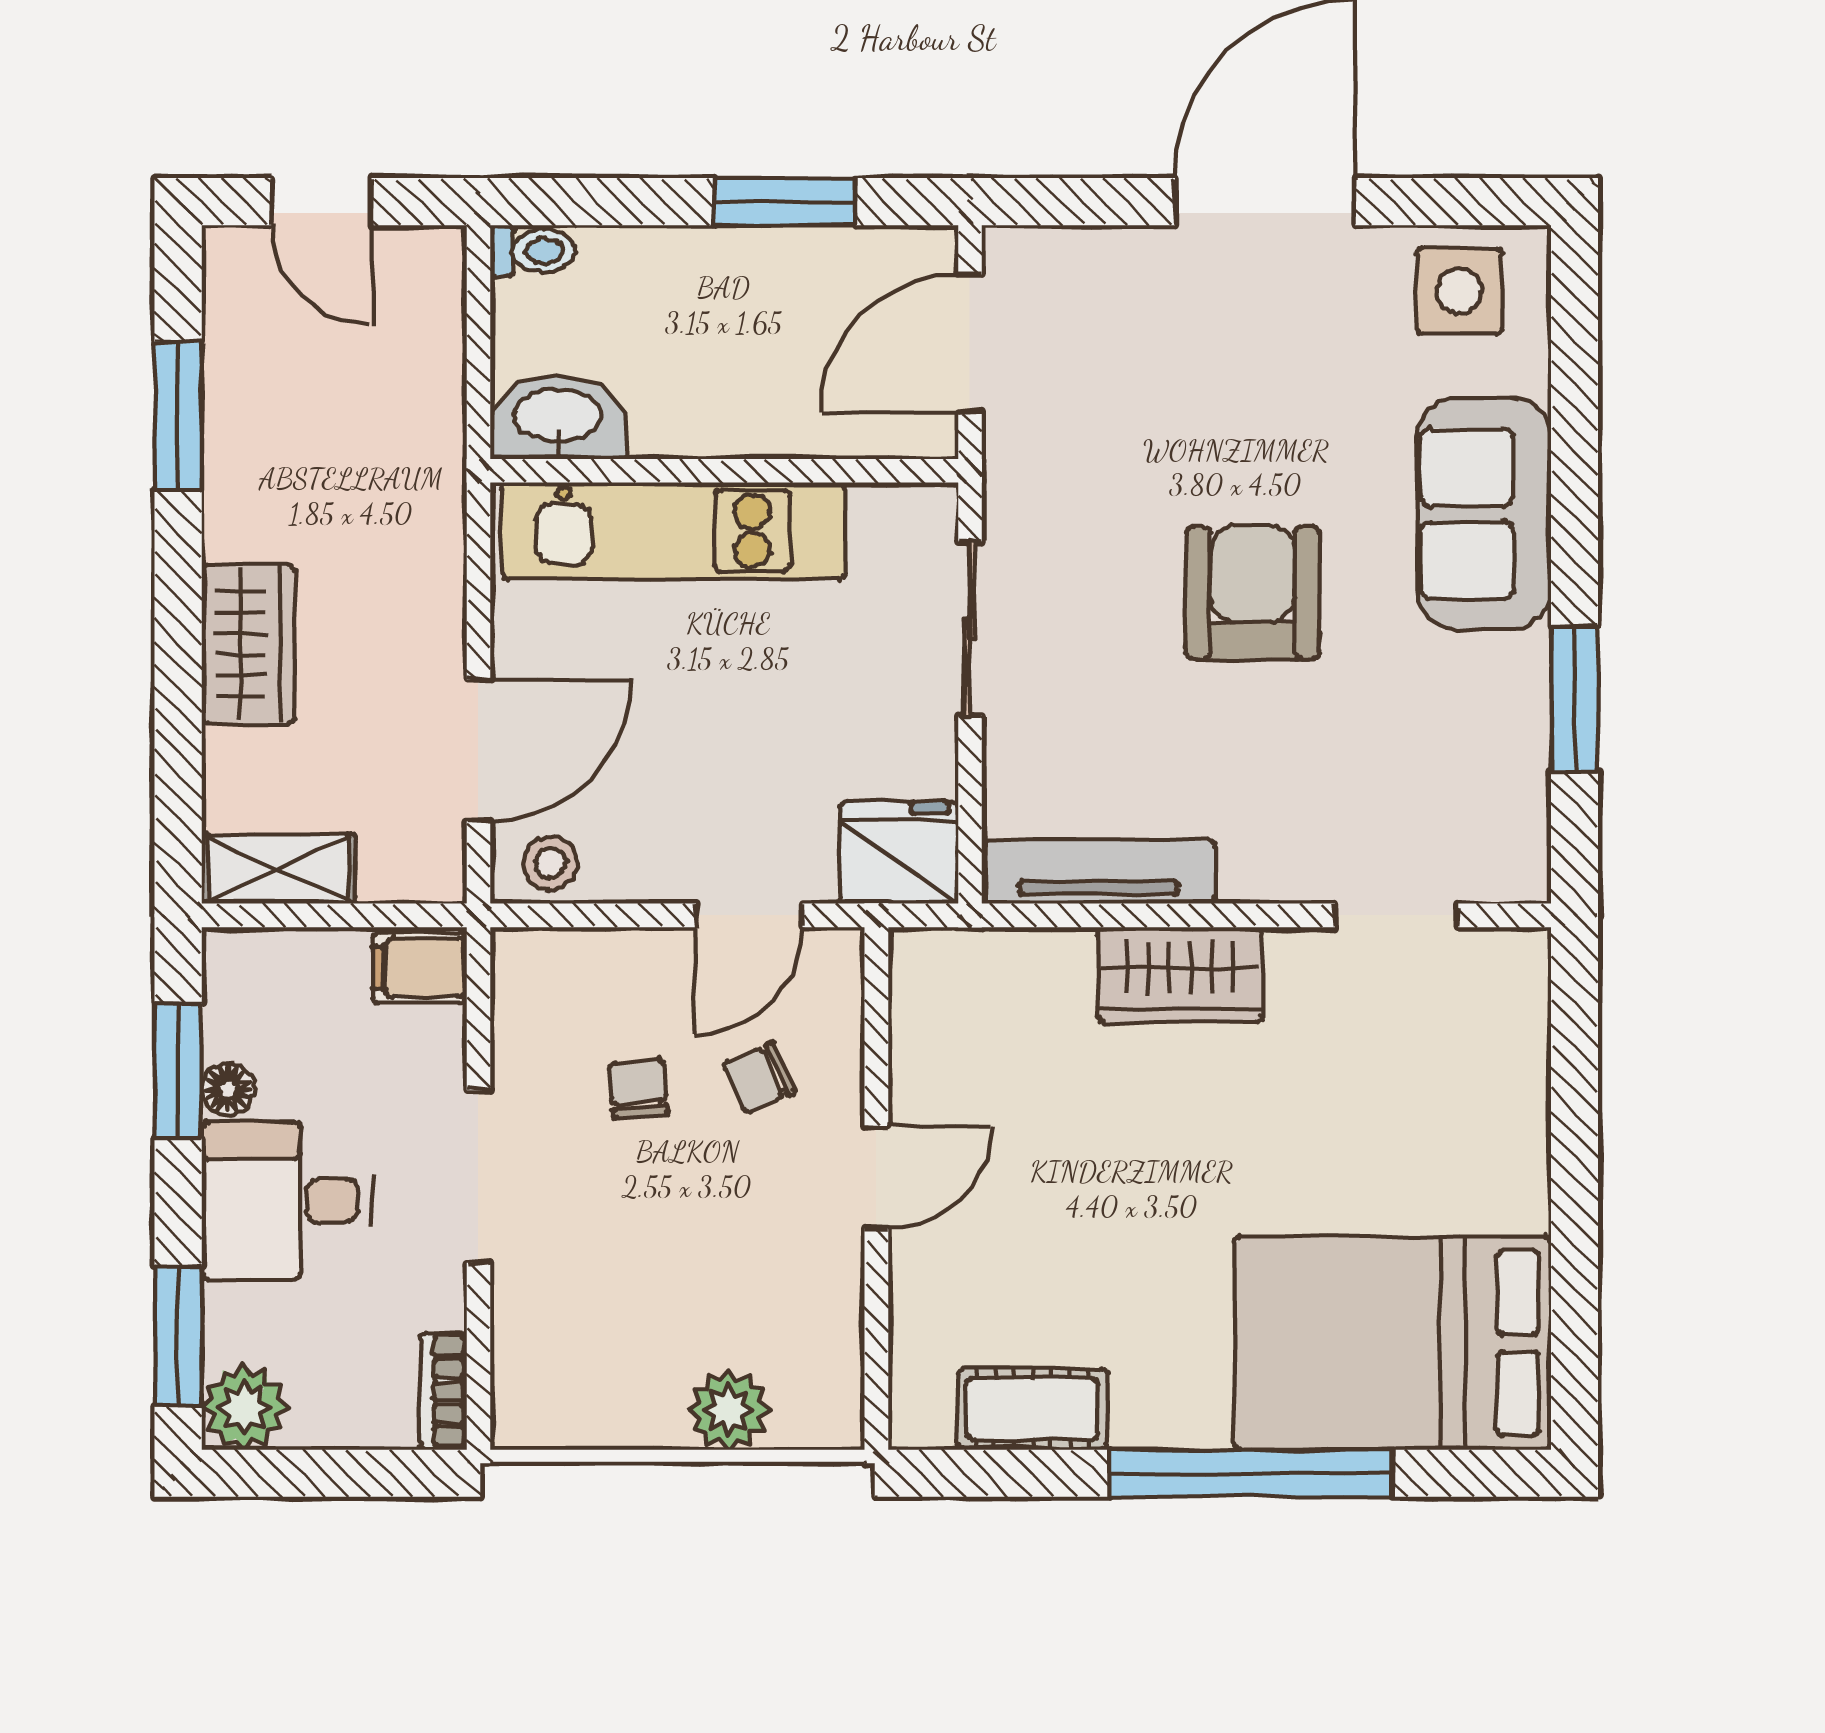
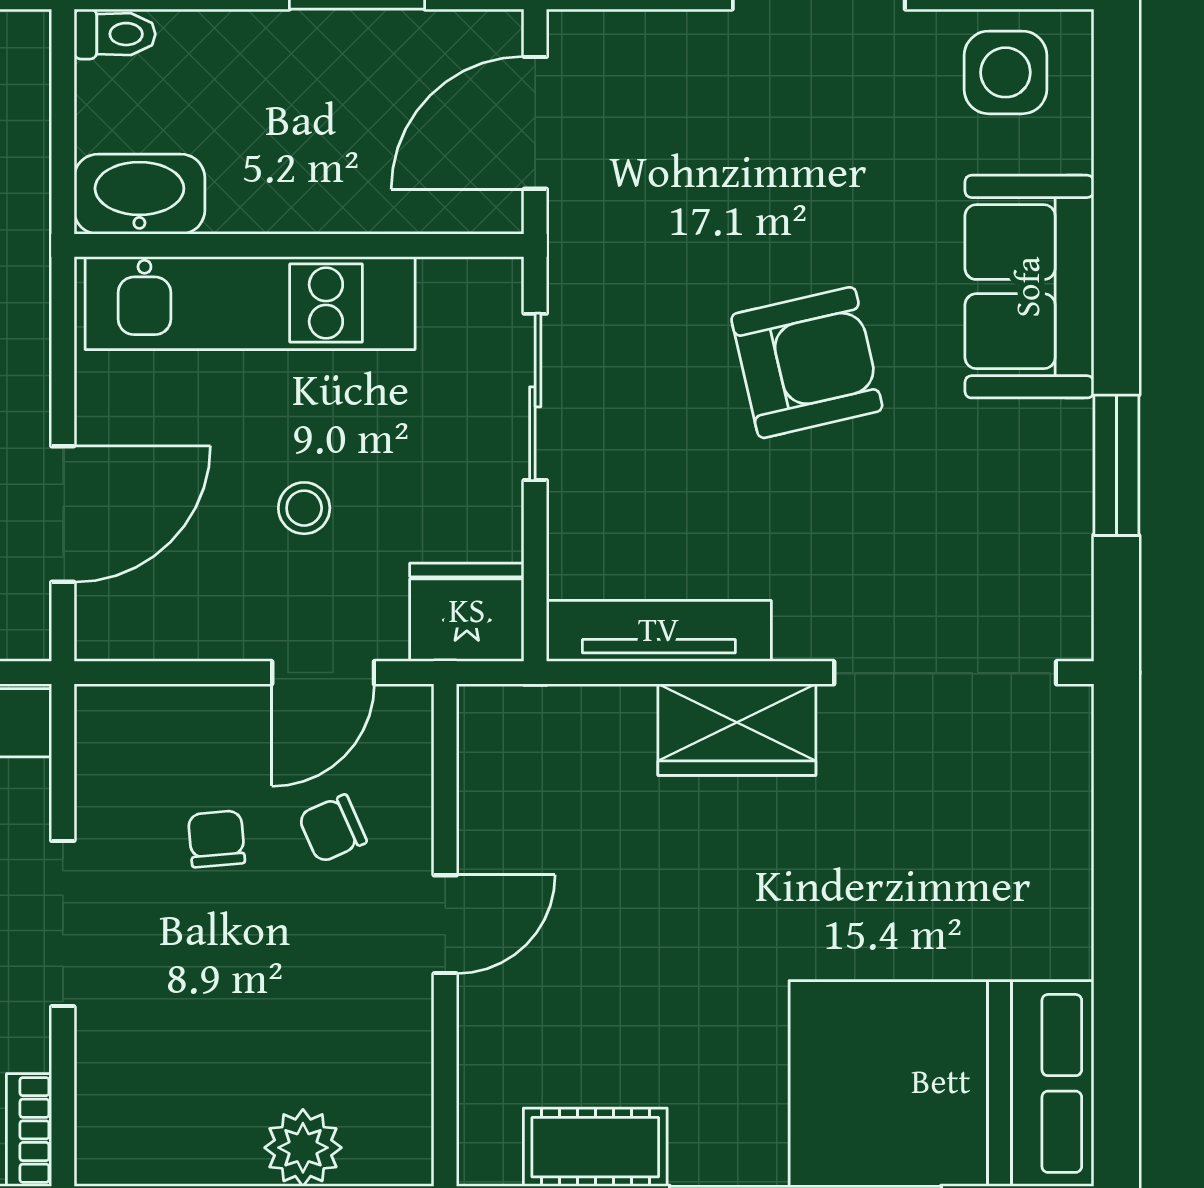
armchair: (1253, 593) -> (807, 363), turned 77
stool: (550, 863) -> (304, 508), moved
doorway: (1397, 915) -> (945, 673), width x1.87

